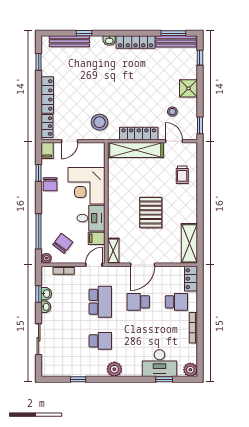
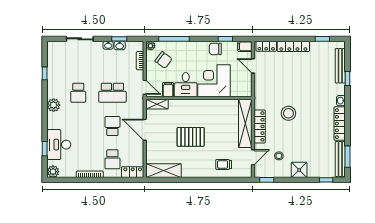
stool: (99, 122) -> (288, 113), moved

